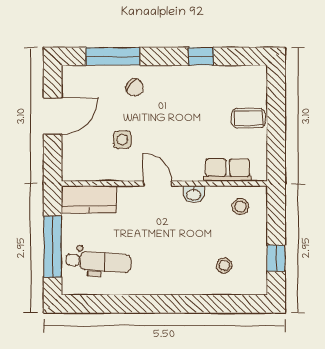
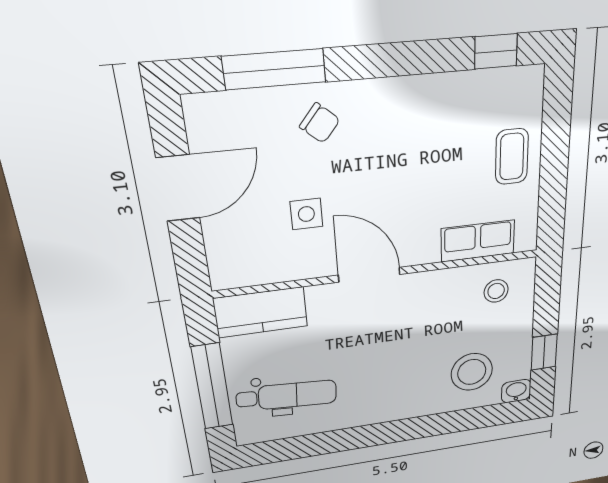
window: (201, 56) -> (496, 51), moved
coffee table: (249, 118) -> (512, 157), turned 90
door: (157, 183) -> (369, 275), width x1.38
washbasin: (194, 194) -> (516, 391), moved, turned 180
stool: (224, 265) -> (472, 372), width x1.89, depth x1.89

